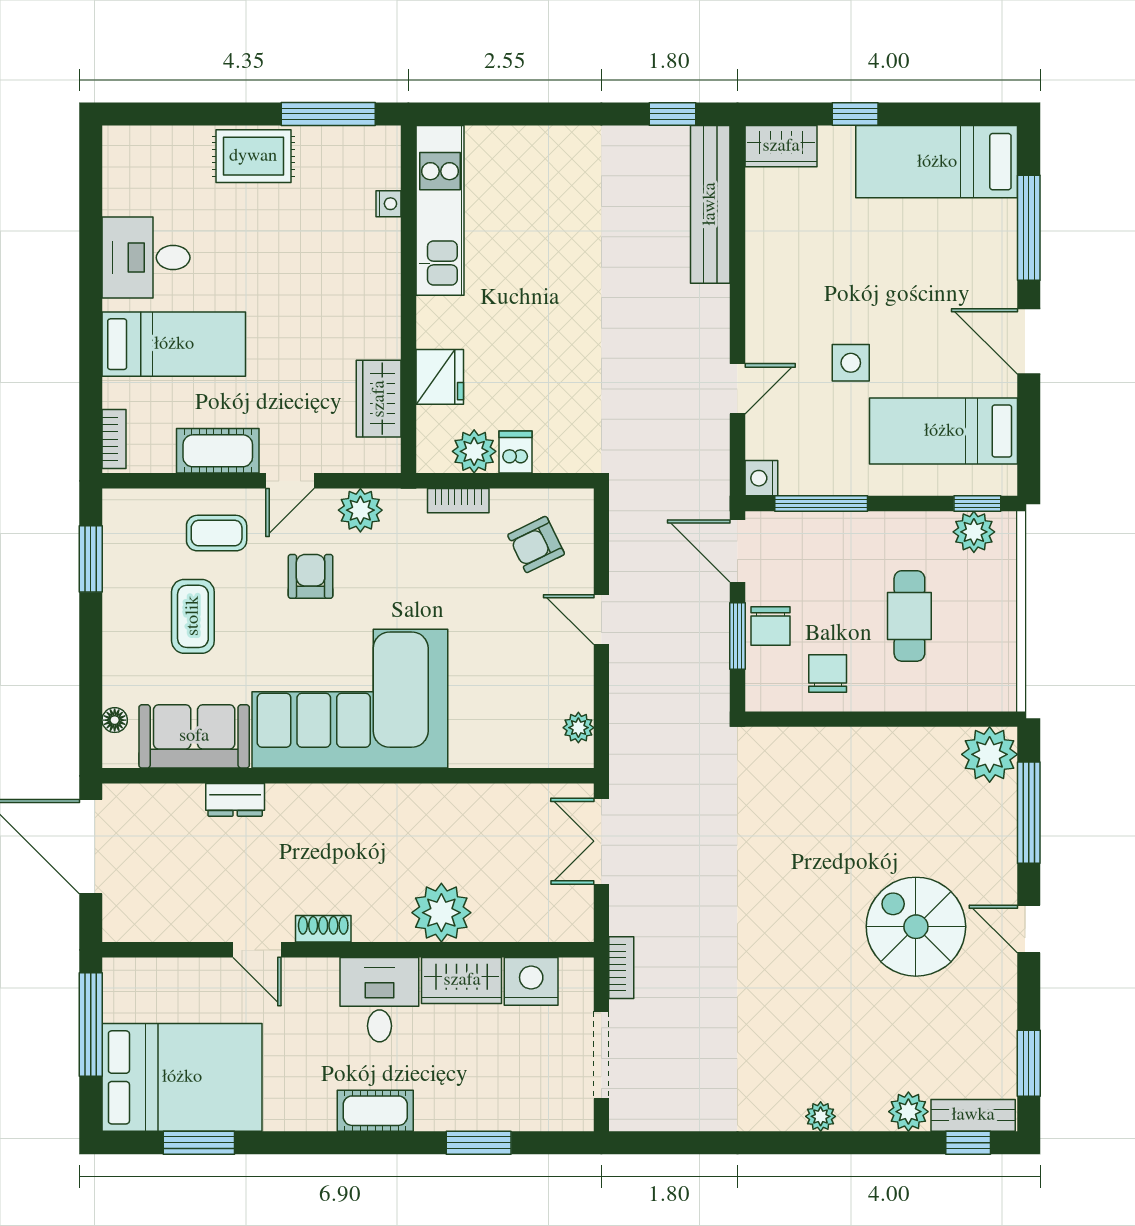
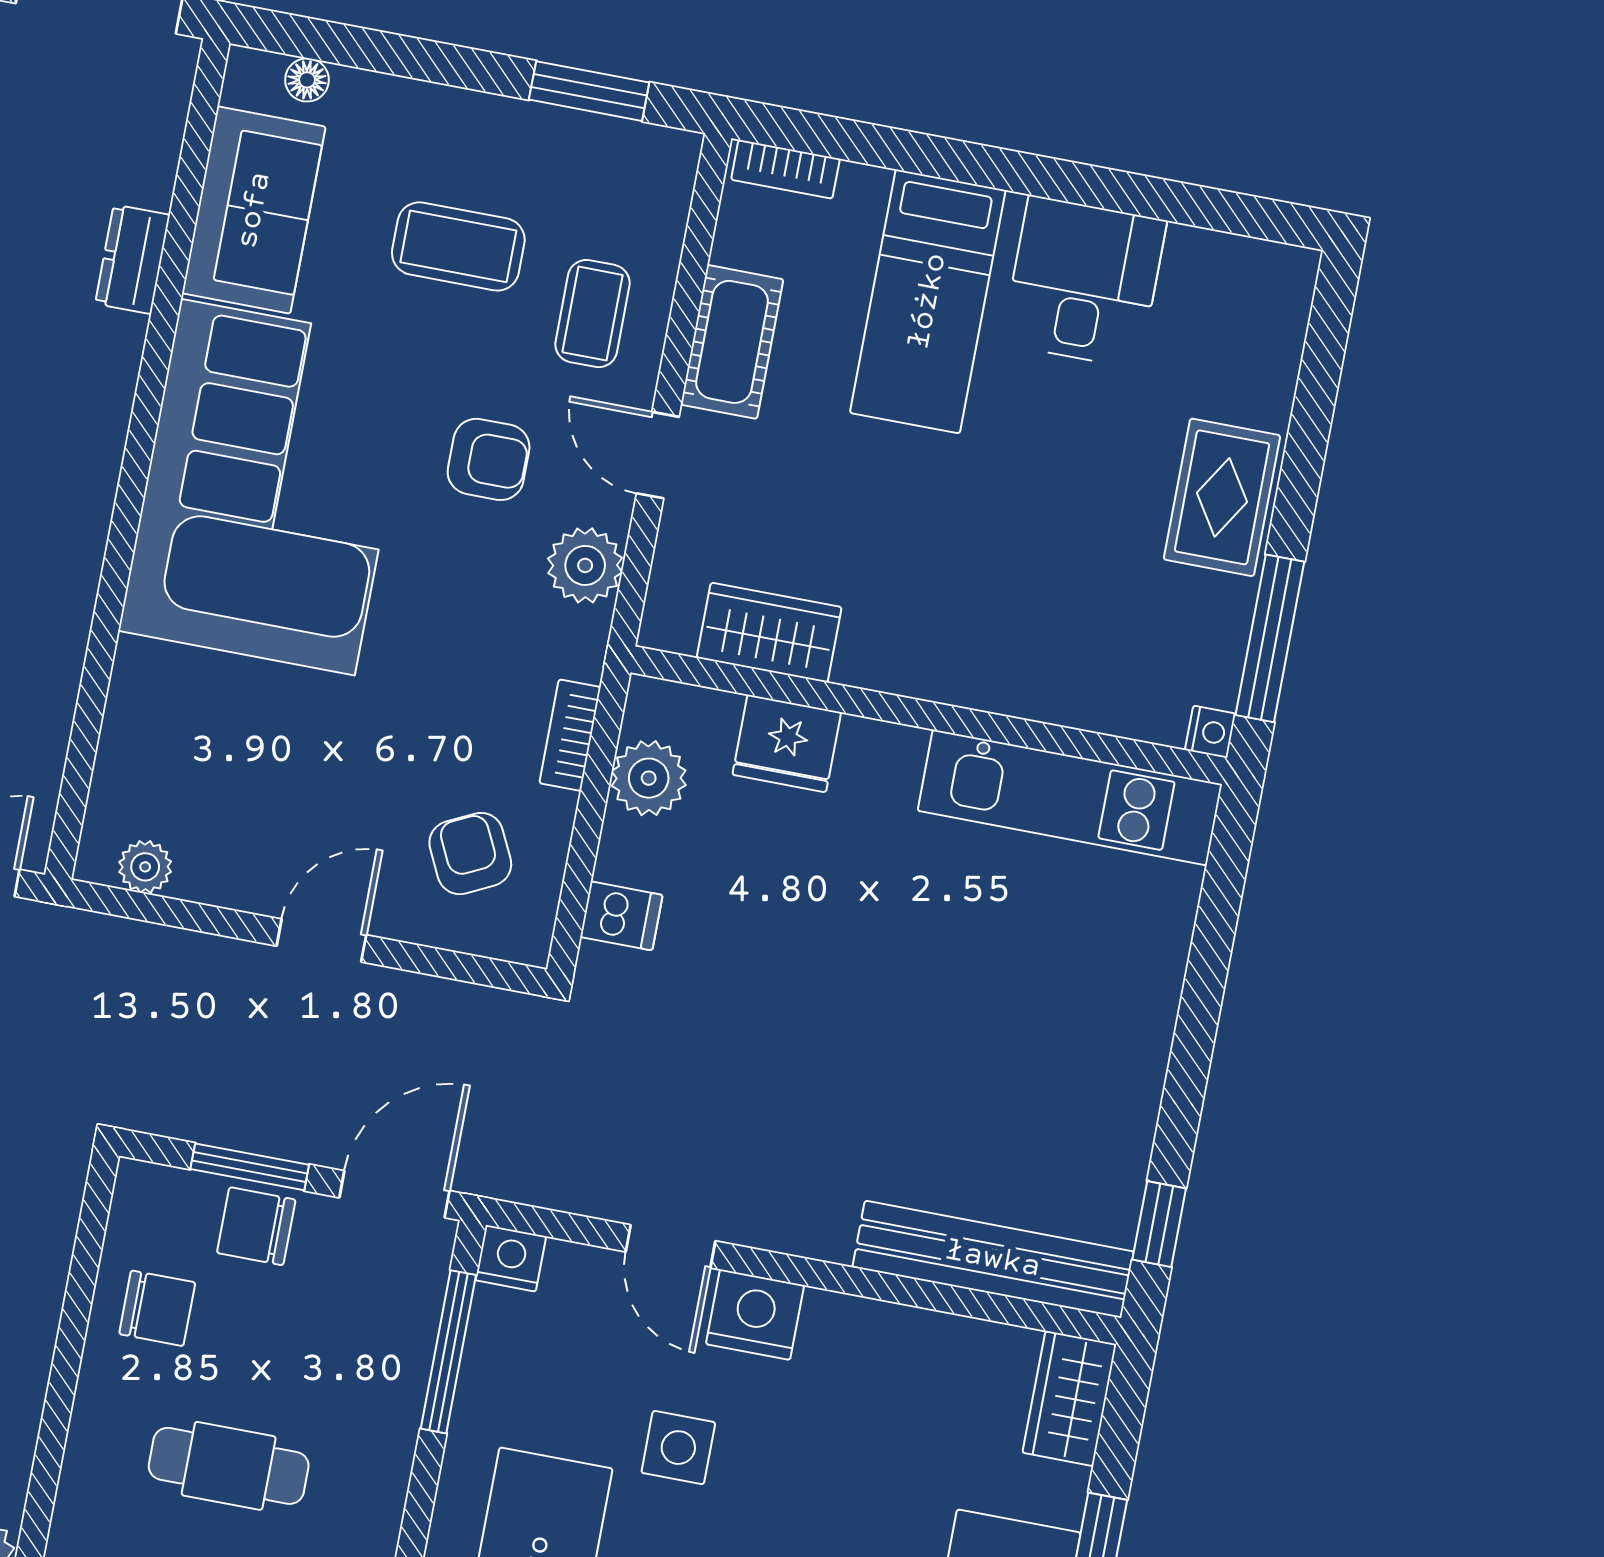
nightstand: (388, 204) -> (1210, 732), moved, turned -90
nightstand: (767, 334) -> (755, 1315), added
dishwasher: (515, 452) -> (621, 916), moved

